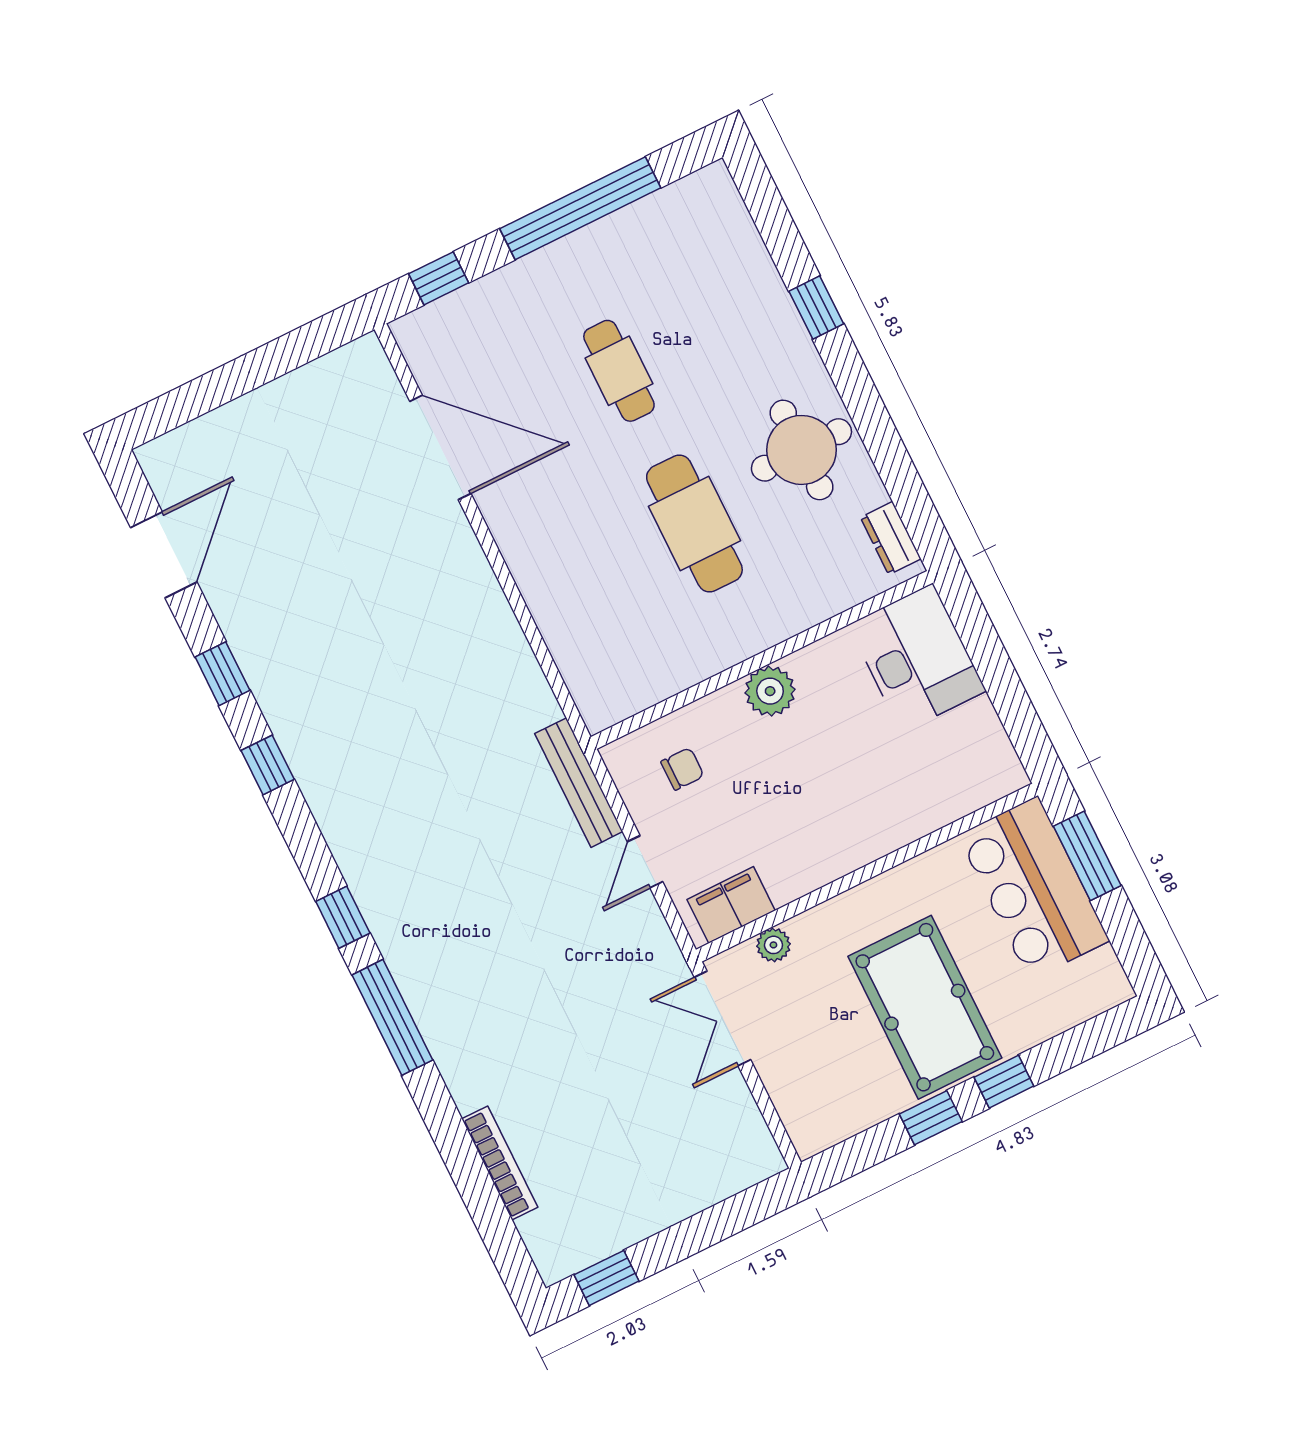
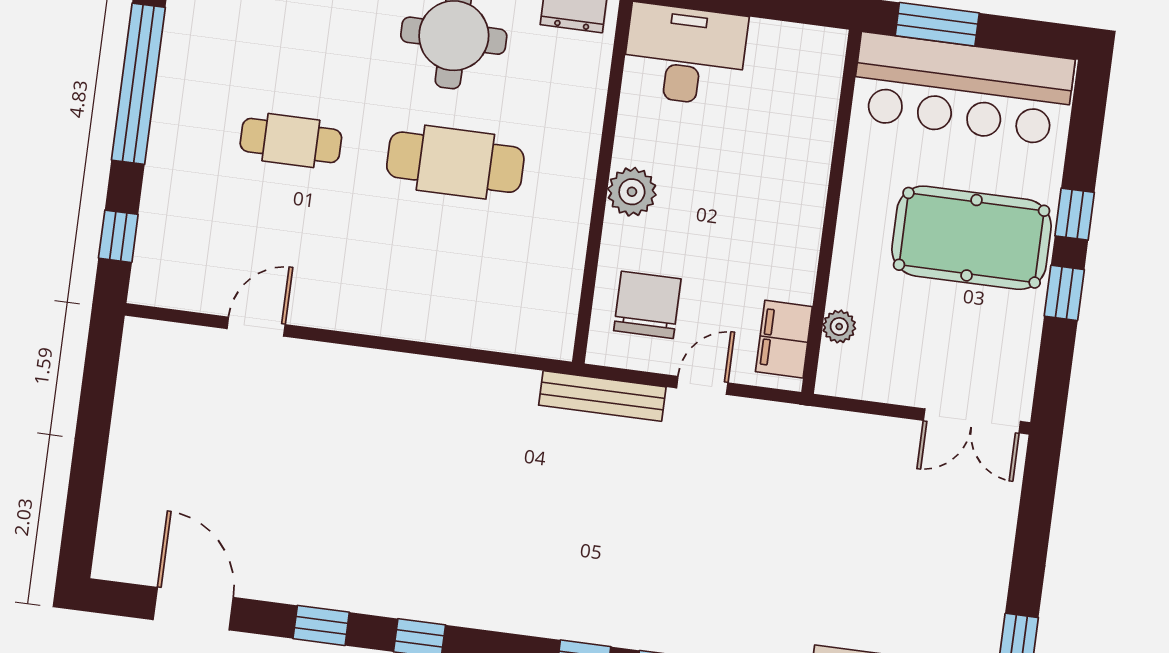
door: (440, 447) -> (256, 327), width x0.53
chair: (682, 769) -> (647, 305), width x1.87, depth x1.87
door: (645, 862) -> (702, 385), swing flipped
bar counter: (1034, 888) -> (963, 89), width x1.36
double door: (722, 1018) -> (972, 421), moved

